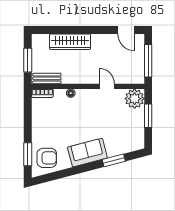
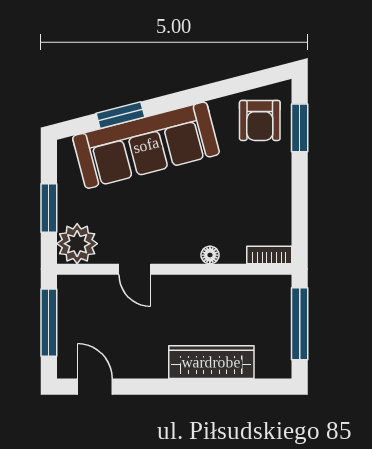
window: (28, 60) -> (300, 324), width x1.44
bench: (47, 78) -> (260, 286), removed
sofa: (87, 153) -> (146, 145), width x1.85, depth x1.27
armchair: (47, 158) -> (260, 120), turned -90

